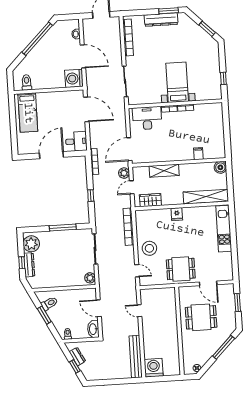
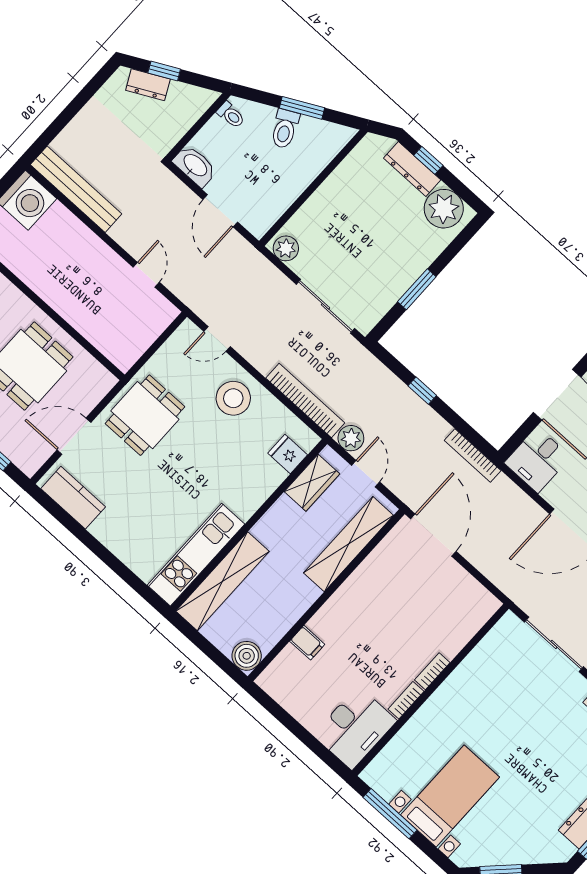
window: (223, 78) -> (390, 814), width x2.17
bed with nightstands: (177, 82) -> (450, 796), moved, turned -90
desk: (147, 118) -> (355, 728), moved
shelving: (164, 171) -> (349, 544), width x1.47
plant: (124, 173) -> (351, 438), moved
fridge: (177, 214) -> (288, 454), moved
window: (63, 228) -> (417, 289), width x0.69
kitchen unit: (224, 229) -> (196, 555), moved, turned -90
kitchen counter: (226, 265) -> (73, 498), added
toilet: (49, 303) -> (285, 129), moved
door: (99, 308) -> (220, 211), swing flipped
door: (140, 311) -> (146, 275), hinge flipped
dresser: (77, 357) -> (148, 85), moved

